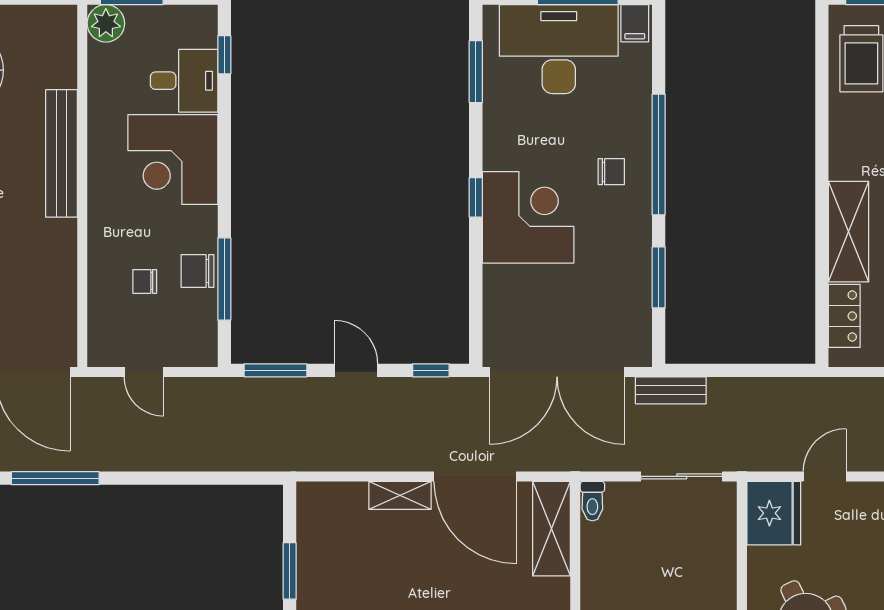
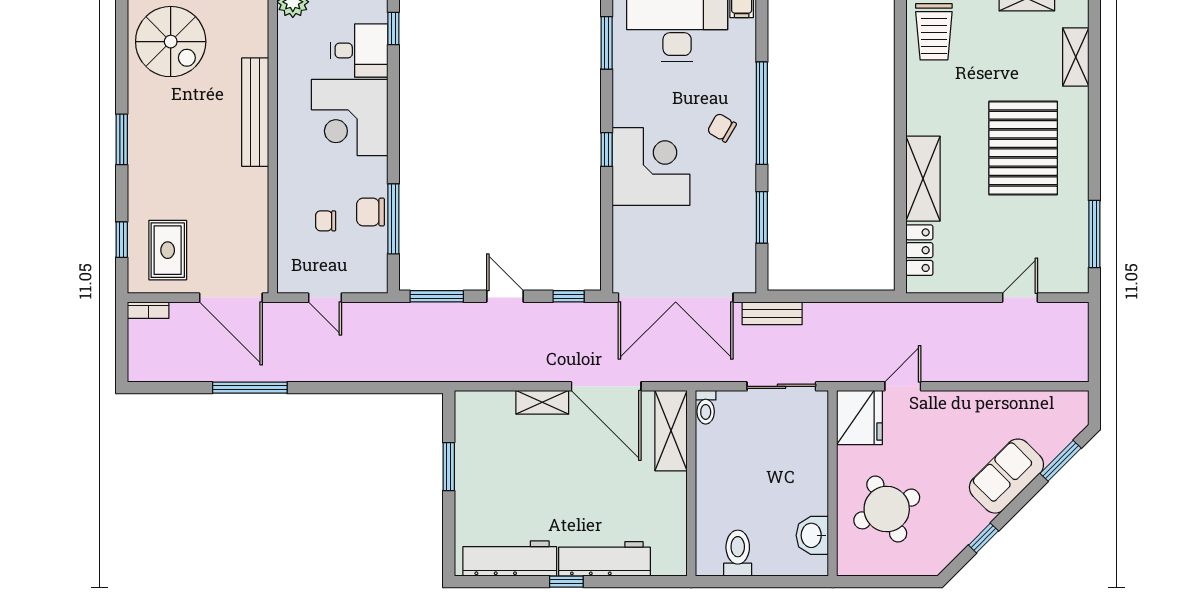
chair: (611, 172) -> (722, 128), turned -150

